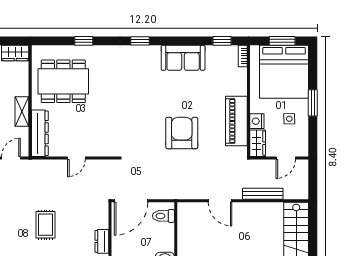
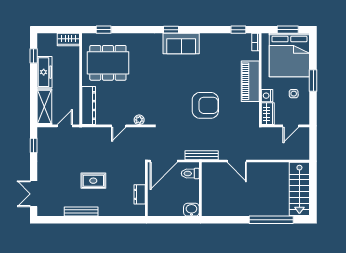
window: (84, 41) -> (104, 30), moved
sofa: (183, 58) -> (181, 43), moved
shelving: (22, 112) -> (74, 88), removed
piano: (236, 121) -> (250, 81), moved
armchair: (182, 133) -> (205, 105), turned 90
plant: (101, 151) -> (139, 120), added
bench: (263, 194) -> (202, 155), moved
rug: (45, 225) -> (93, 181), turned 90

